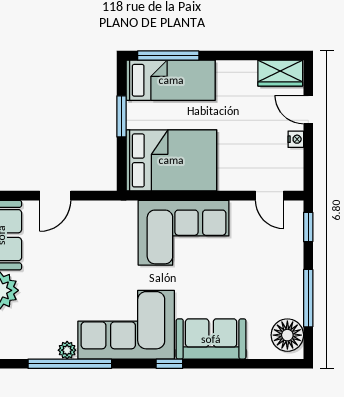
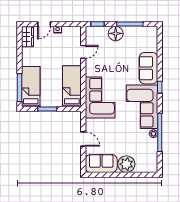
bed: (171, 160) -> (72, 86), width x0.67
door: (270, 196) -> (83, 52), moved
corner sofa: (184, 233) -> (100, 97), moved
floor lamp: (287, 335) -> (116, 33), moved

